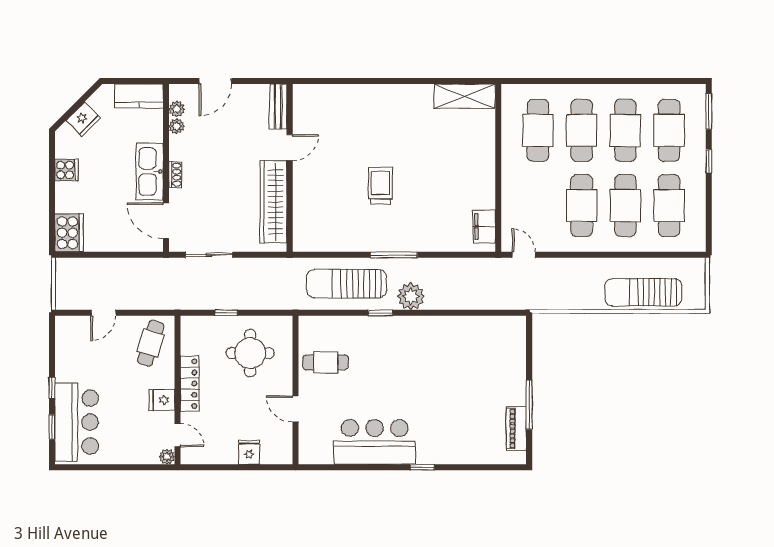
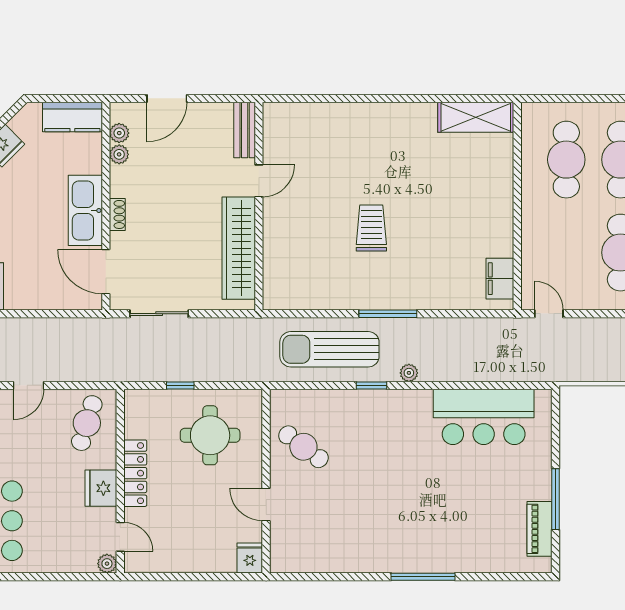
plant: (411, 296) -> (409, 373), width x0.53, depth x0.53
cafe table: (326, 362) -> (303, 447), turned 37
fridge: (162, 400) -> (101, 488), width x1.38
bar counter: (375, 442) -> (484, 417), moved, turned 180
fridge: (249, 452) -> (250, 558), moved
window: (422, 467) -> (423, 577), width x2.17

